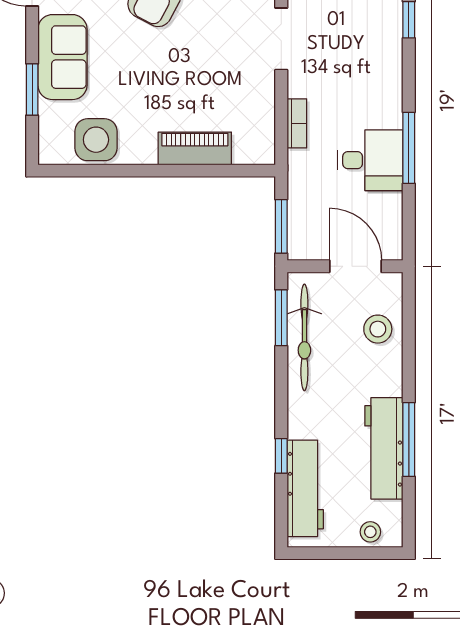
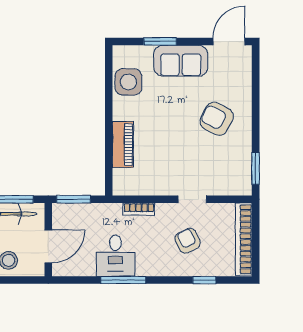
doorway: (281, 39) -> (192, 199), width x0.73
armchair: (347, 46) -> (188, 241), added

